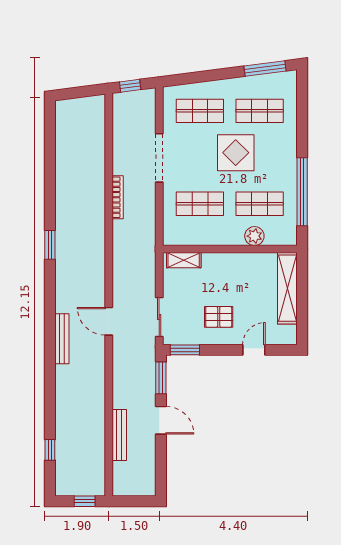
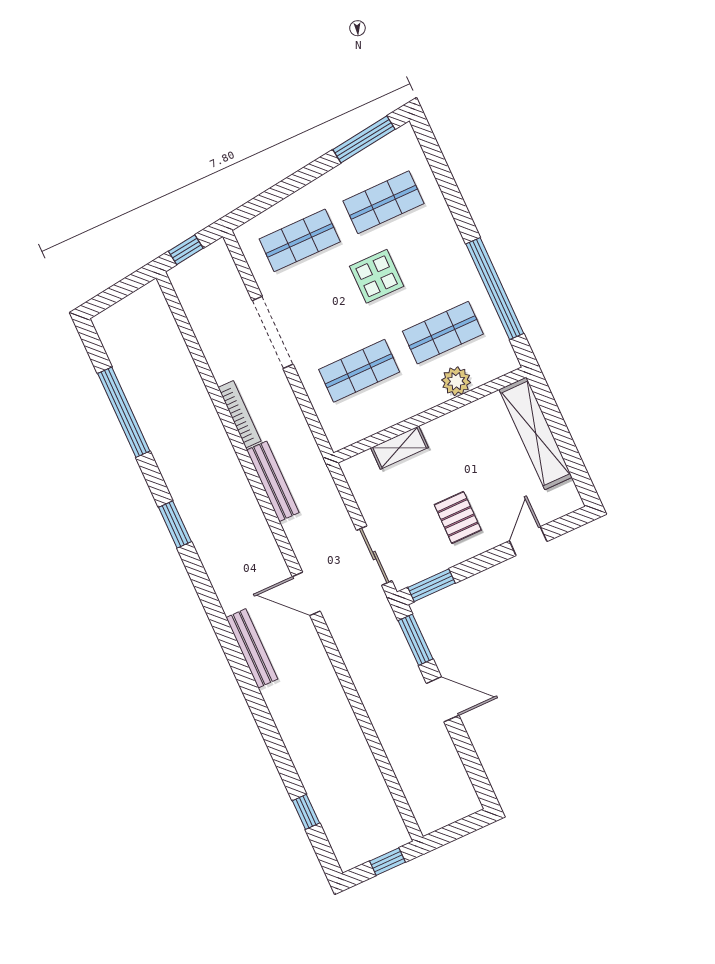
display table: (236, 153) -> (377, 276), width x0.73, depth x0.73
window: (50, 165) -> (124, 412), added
shelving: (184, 260) -> (400, 448), moved
pallet: (219, 317) -> (458, 517), turned 90
bench: (119, 435) -> (273, 481), moved

